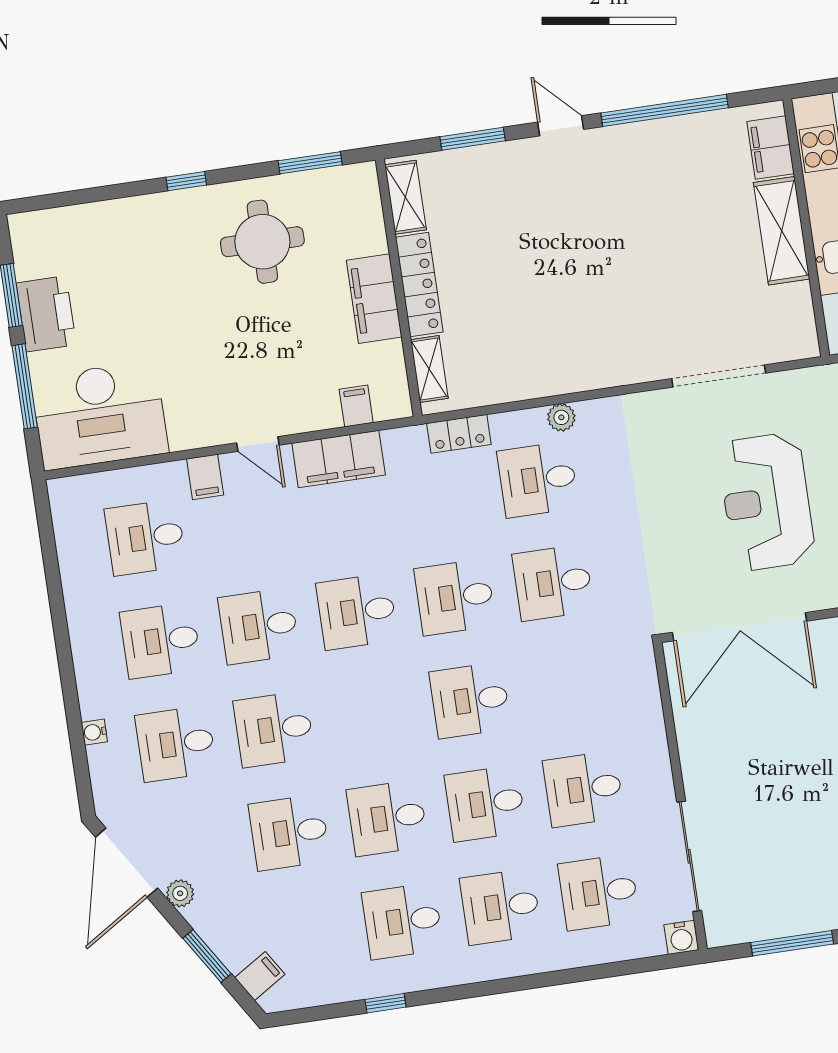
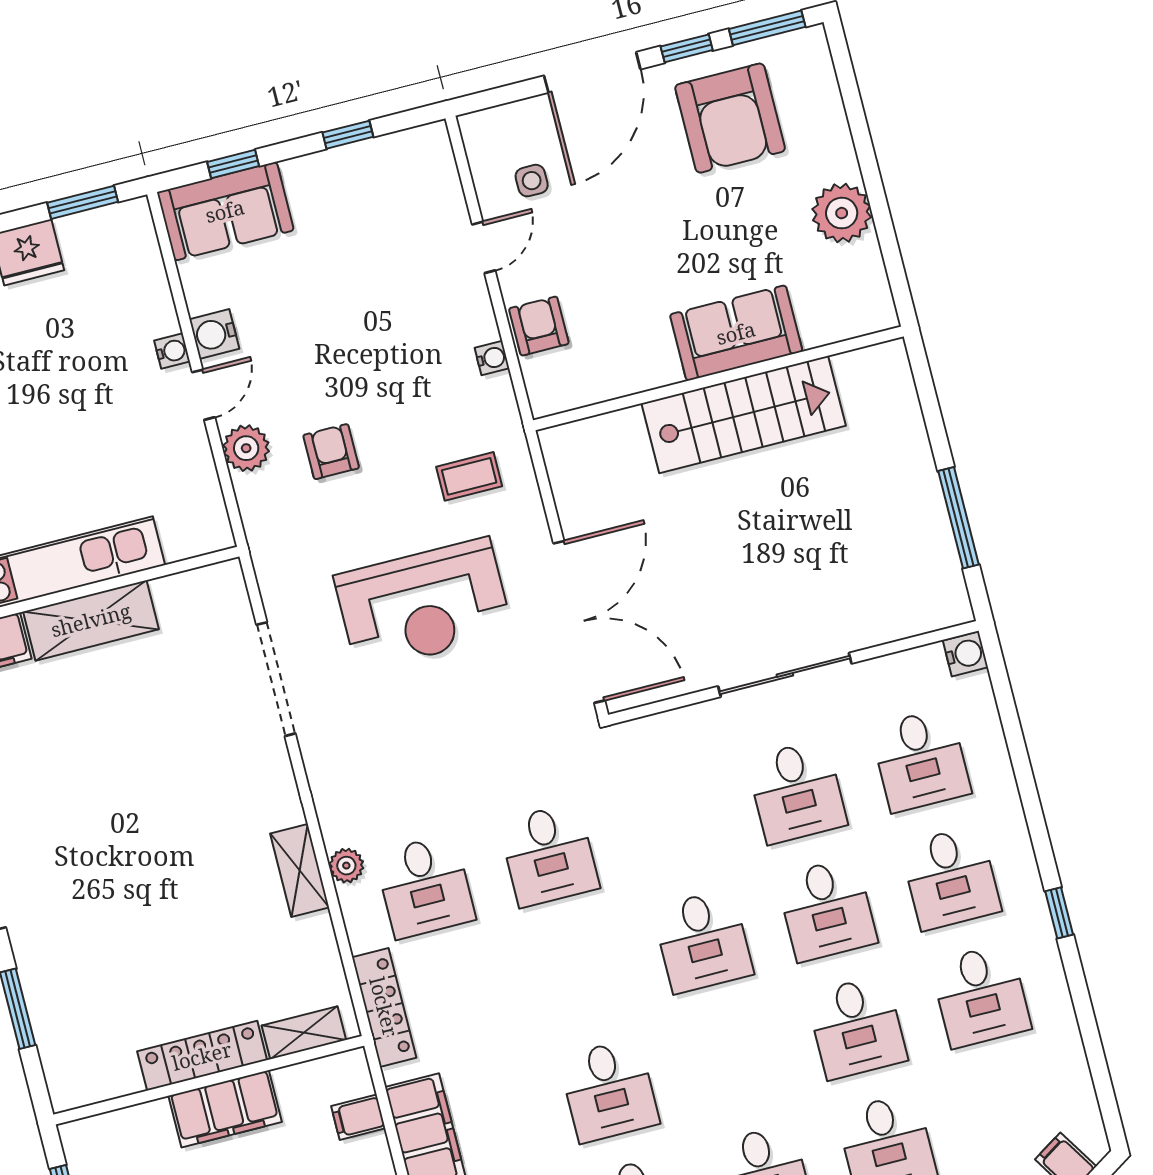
shelving: (405, 197) -> (300, 871), moved, turned 90
locker: (459, 434) -> (384, 1007), width x1.53
desk: (455, 597) -> (579, 973), removed
sliding door: (689, 856) -> (785, 675), moved
window: (385, 1003) -> (1059, 913), moved

